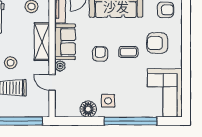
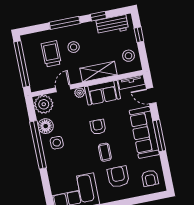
armchair: (100, 54) -> (98, 127), turned -90
plant: (65, 106) -> (44, 104), added
window: (130, 121) -> (38, 145), moved

